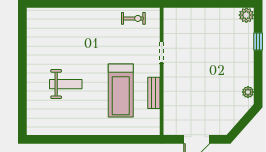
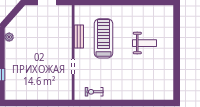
plant: (246, 15) -> (10, 94), removed
weight bench: (66, 84) -> (144, 43), turned 180

